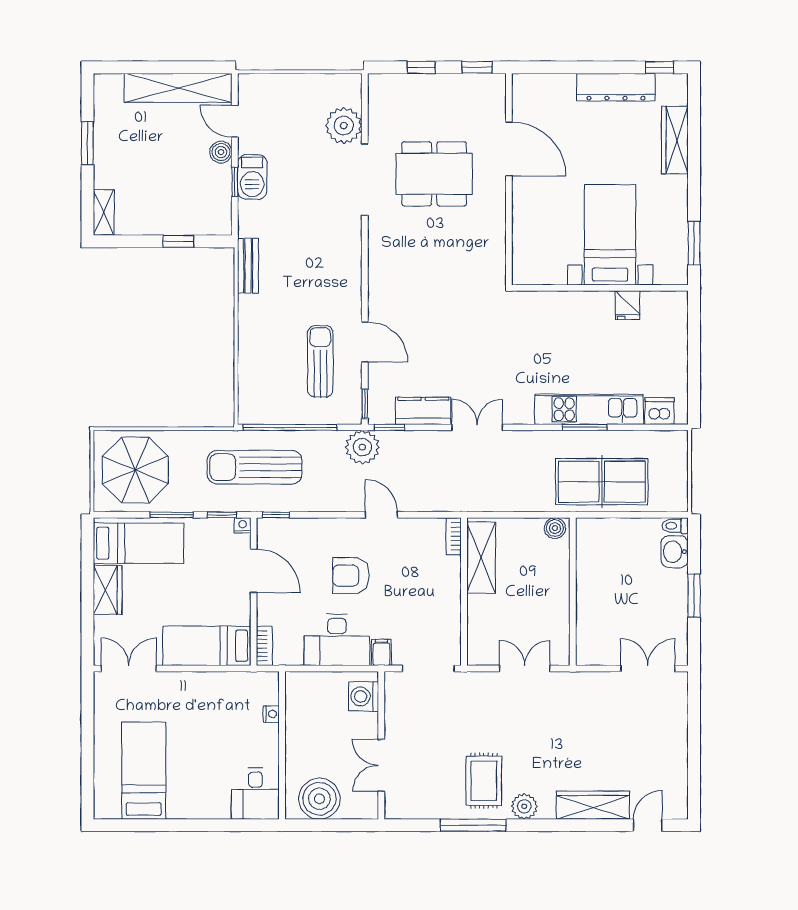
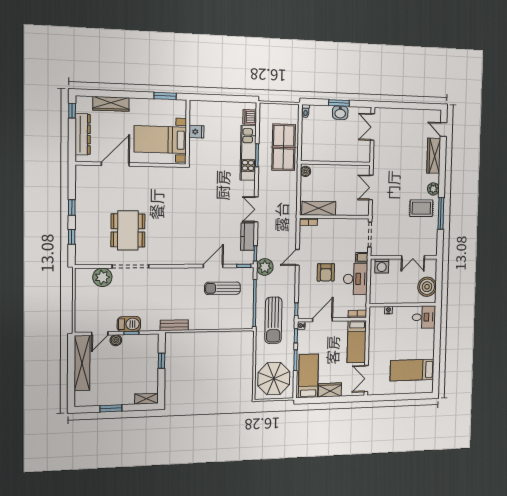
door: (509, 149) -> (115, 164), moved
wall: (509, 179) -> (131, 164), moved
washbasin: (675, 552) -> (340, 113), moved

